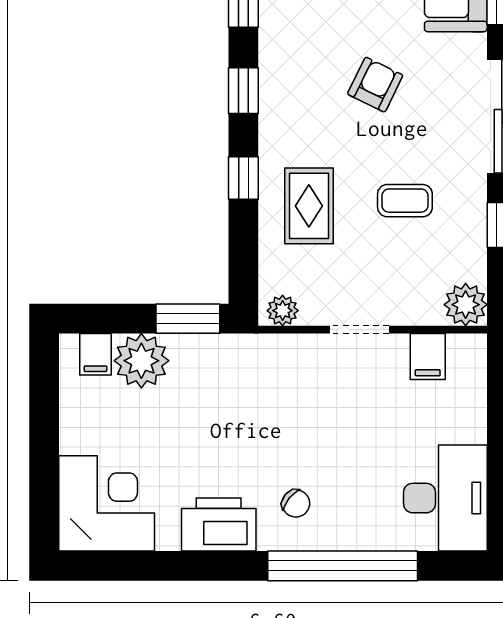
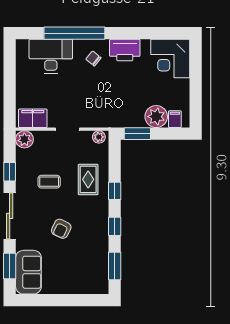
filing cabinet: (428, 357) -> (33, 118), width x2.00
desk: (445, 498) -> (51, 56), moved, turned 90

